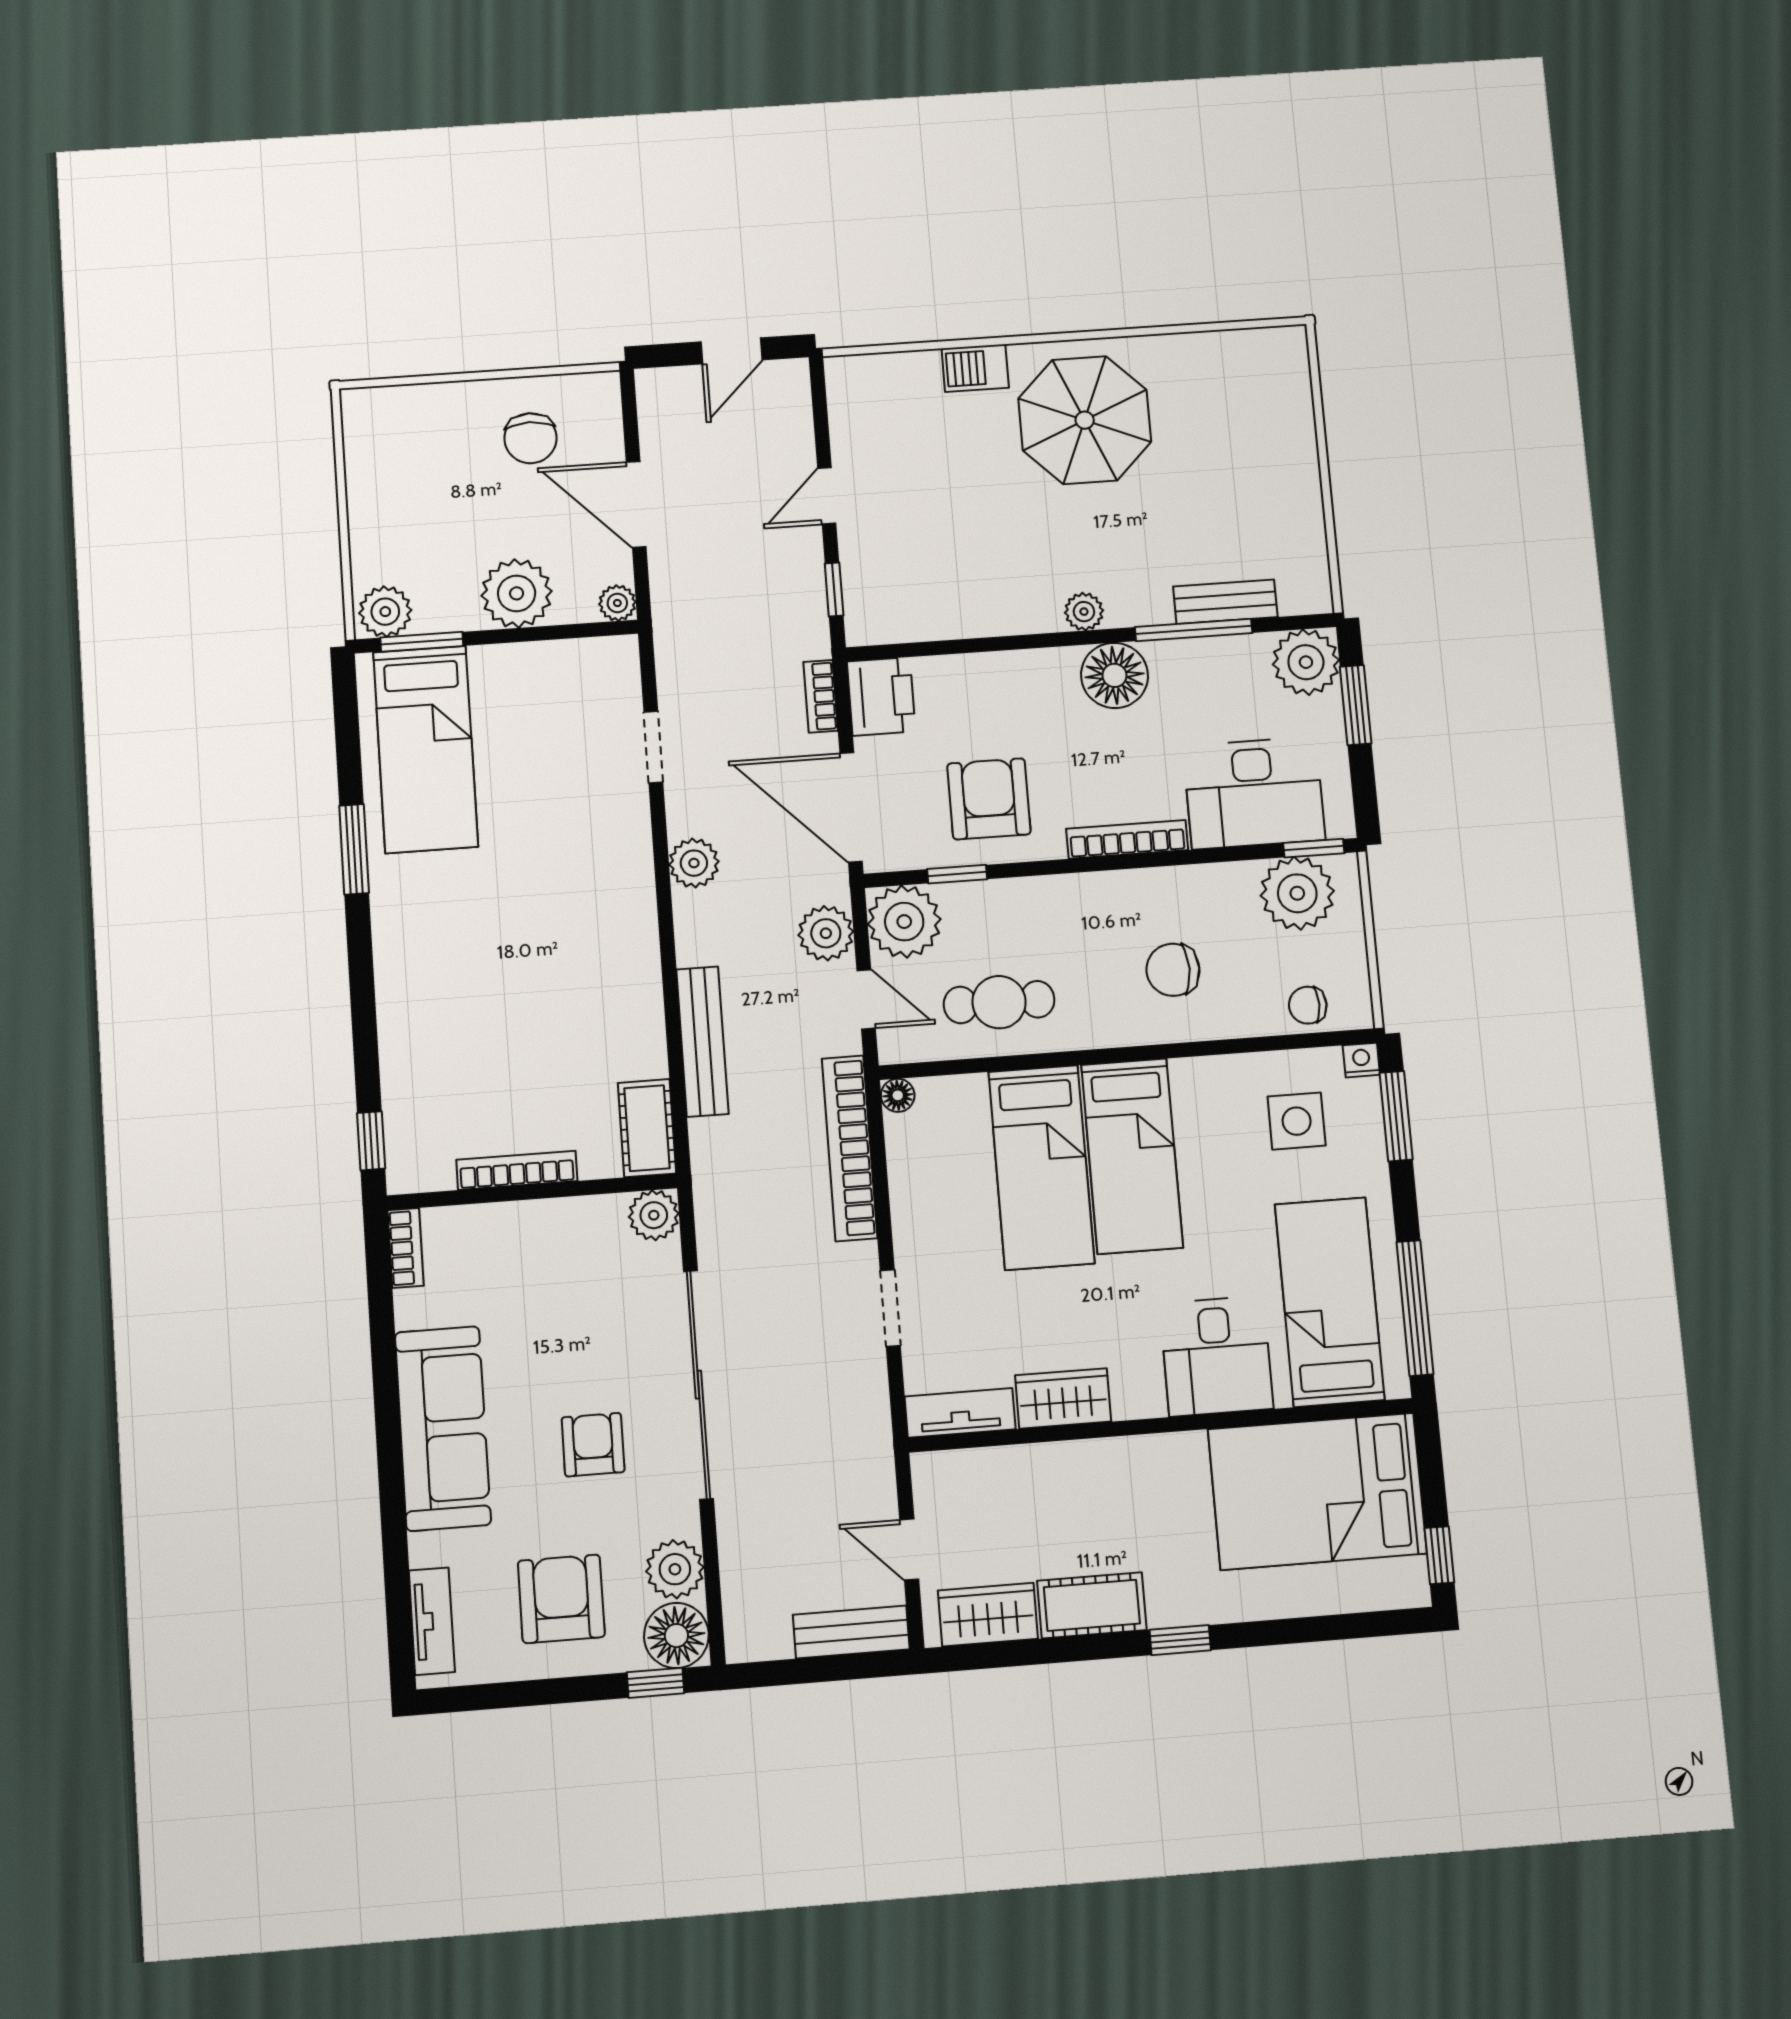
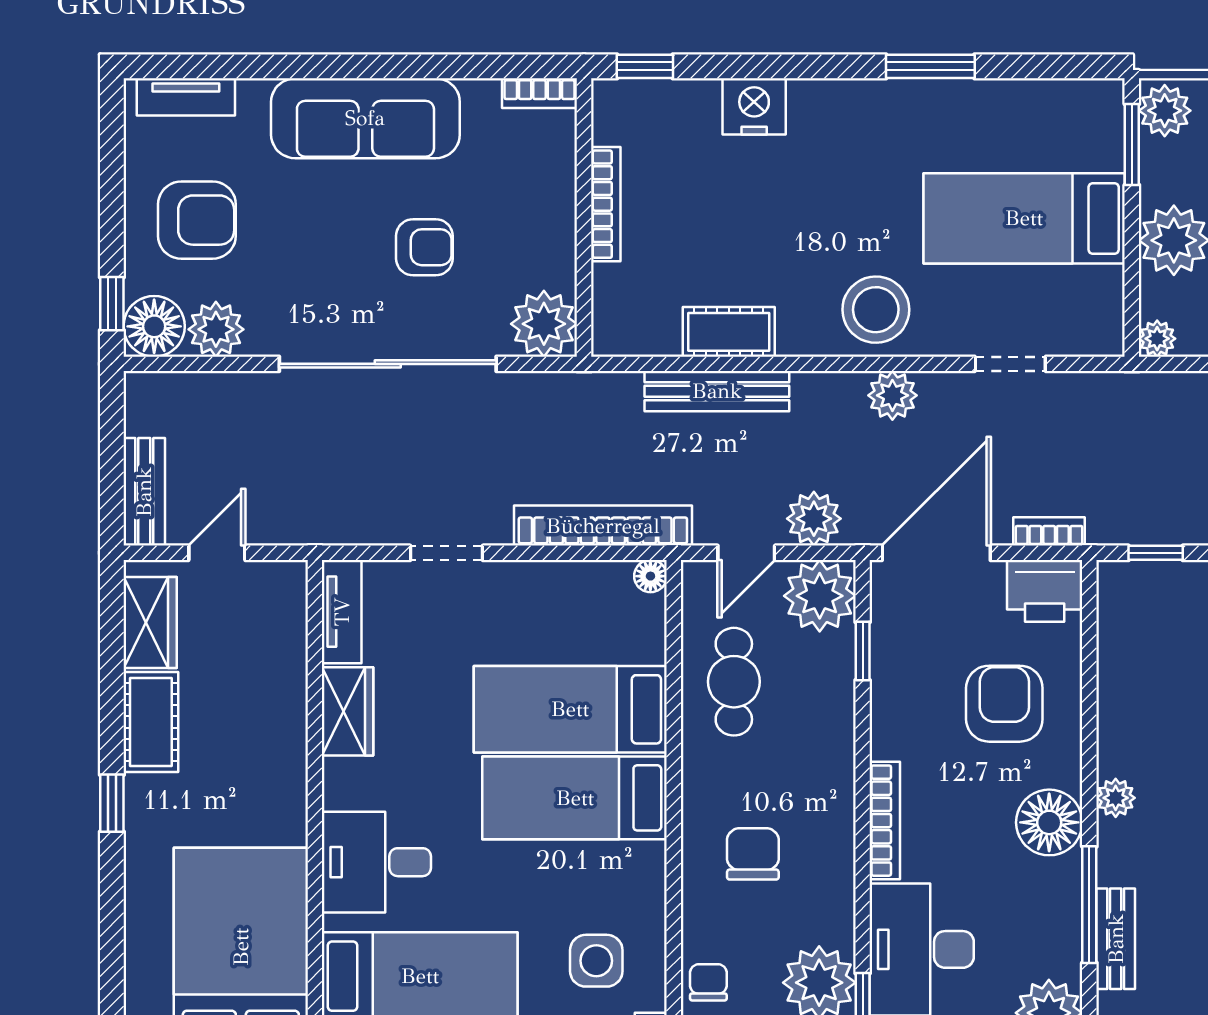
bed: (426, 749) -> (1024, 218), moved
armchair: (989, 799) -> (1004, 704), moved, turned -90
stool: (607, 886) -> (876, 310), added
nightstand: (406, 1025) -> (754, 106), added
cot: (647, 1128) -> (729, 332), moved
plant: (654, 1215) -> (544, 324), width x1.36, depth x1.36
armchair: (593, 1445) -> (424, 247), moved

